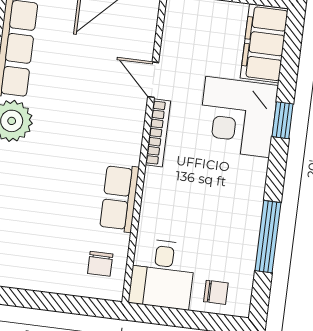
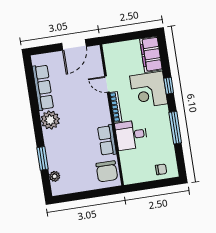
window: (268, 237) -> (175, 128), moved
chair: (100, 264) -> (107, 171), width x1.87, depth x1.87
desk: (162, 274) -> (131, 135), moved, turned 90

